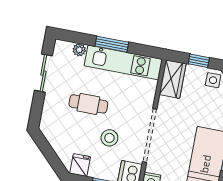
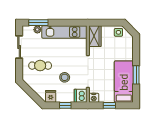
window: (112, 44) -> (38, 23), moved
window: (199, 61) -> (108, 23), removed
cafe table: (88, 104) -> (40, 66), moved

